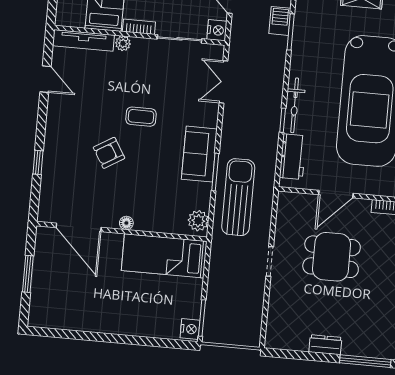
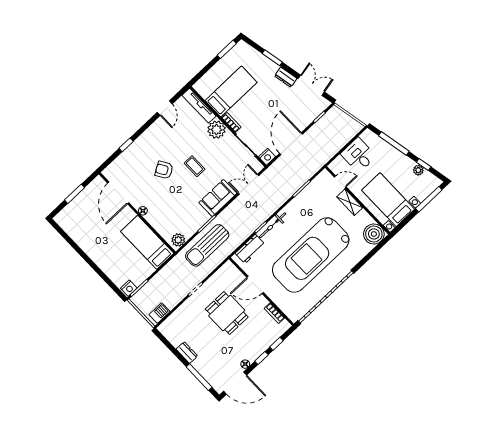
barbecue: (280, 21) -> (159, 313), moved
plant: (123, 43) -> (216, 130), width x1.88, depth x1.88
sofa: (199, 154) -> (218, 198), moved
sun lounger: (238, 197) -> (207, 245), turned 180

